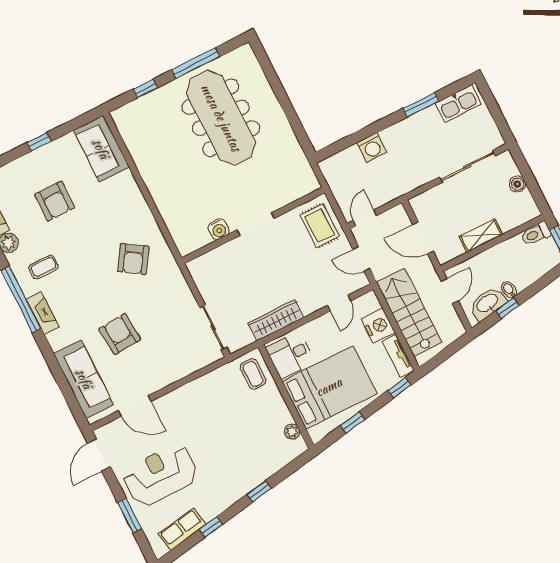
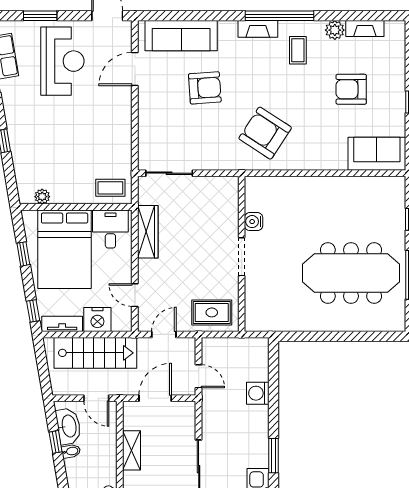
door: (365, 218) -> (199, 376), moved
armchair: (133, 259) -> (265, 133), width x1.36, depth x1.36

